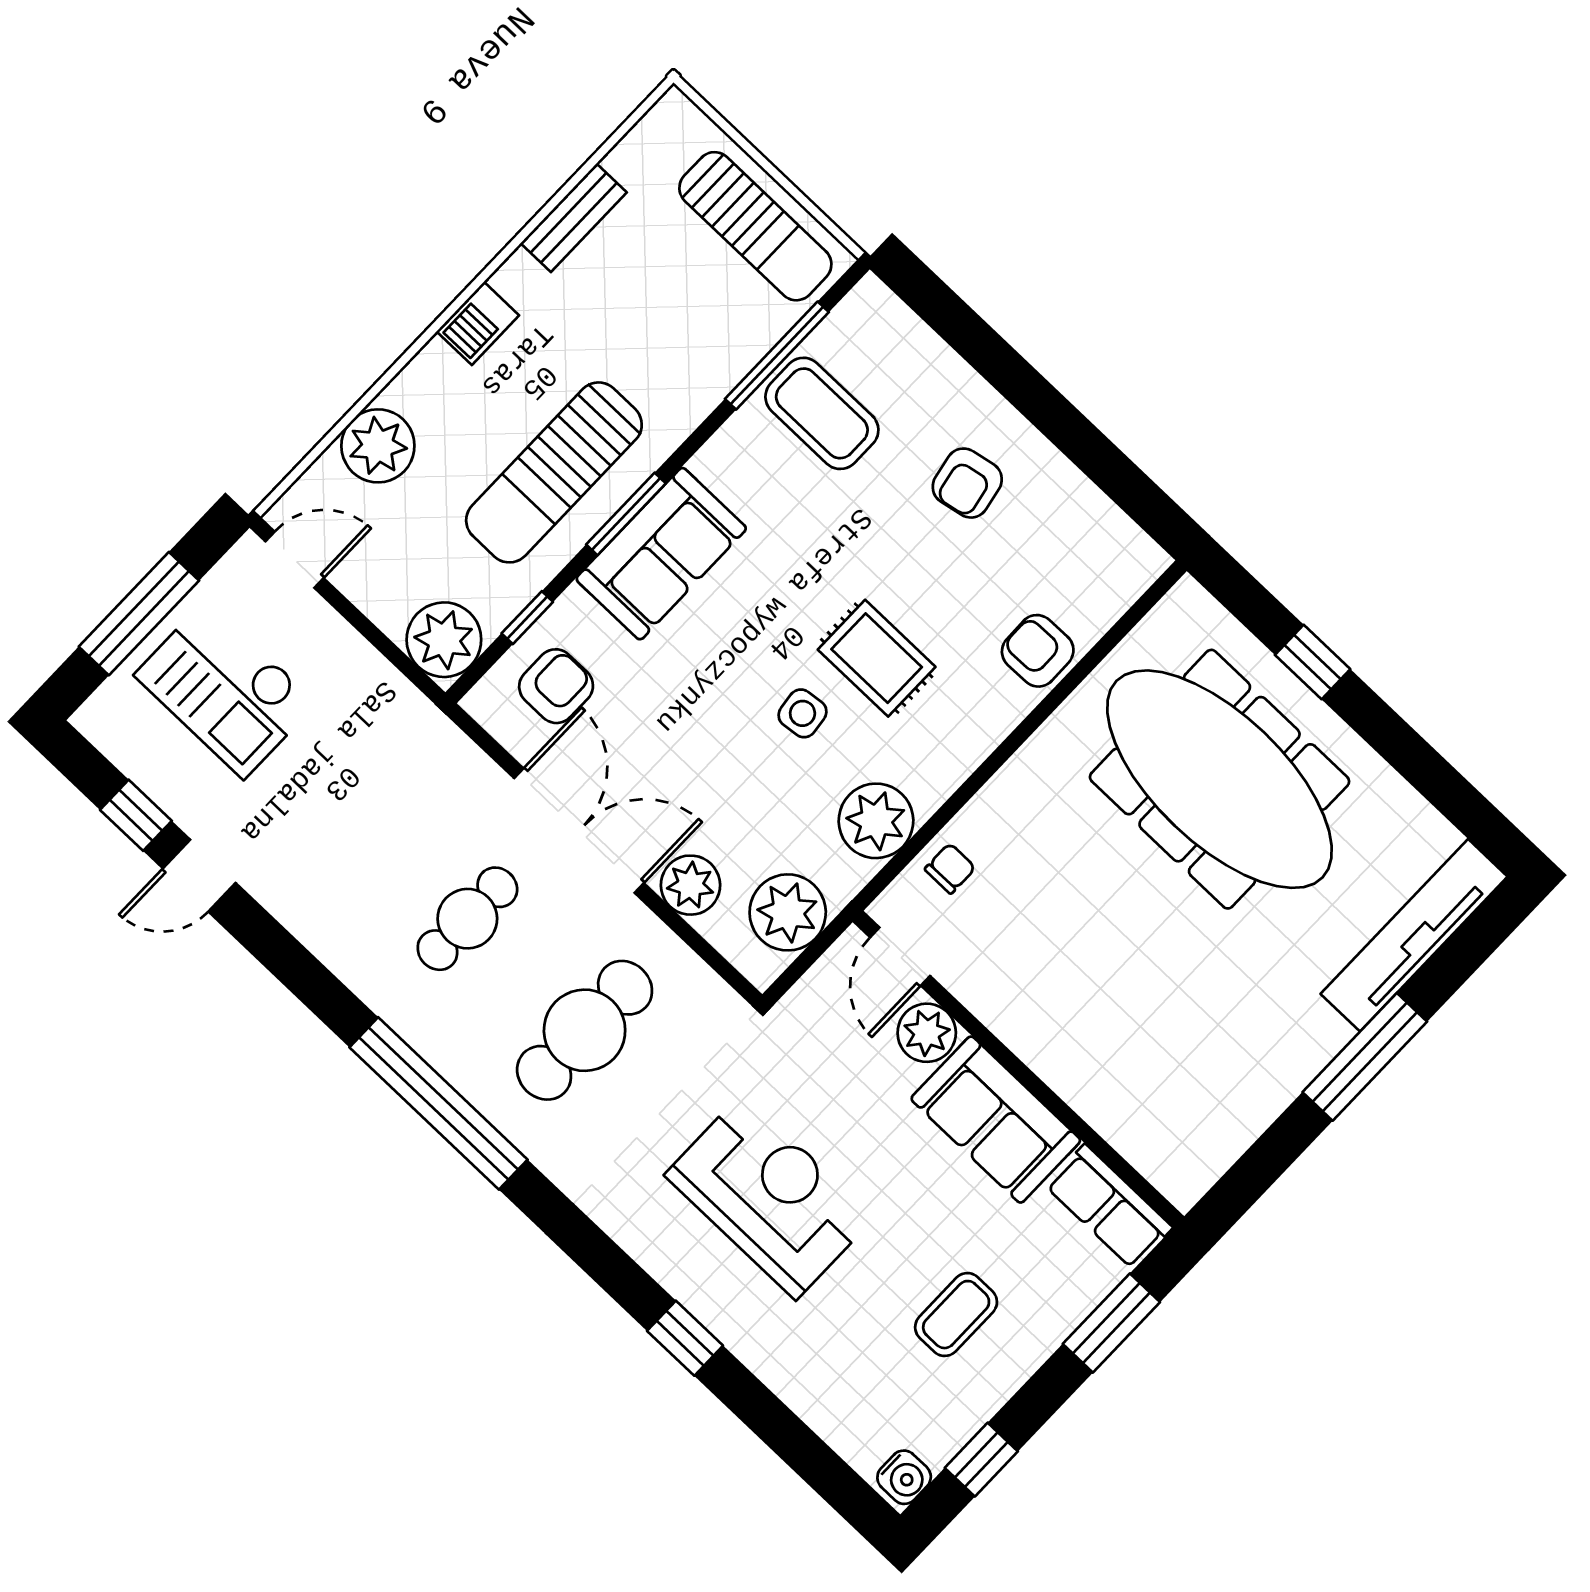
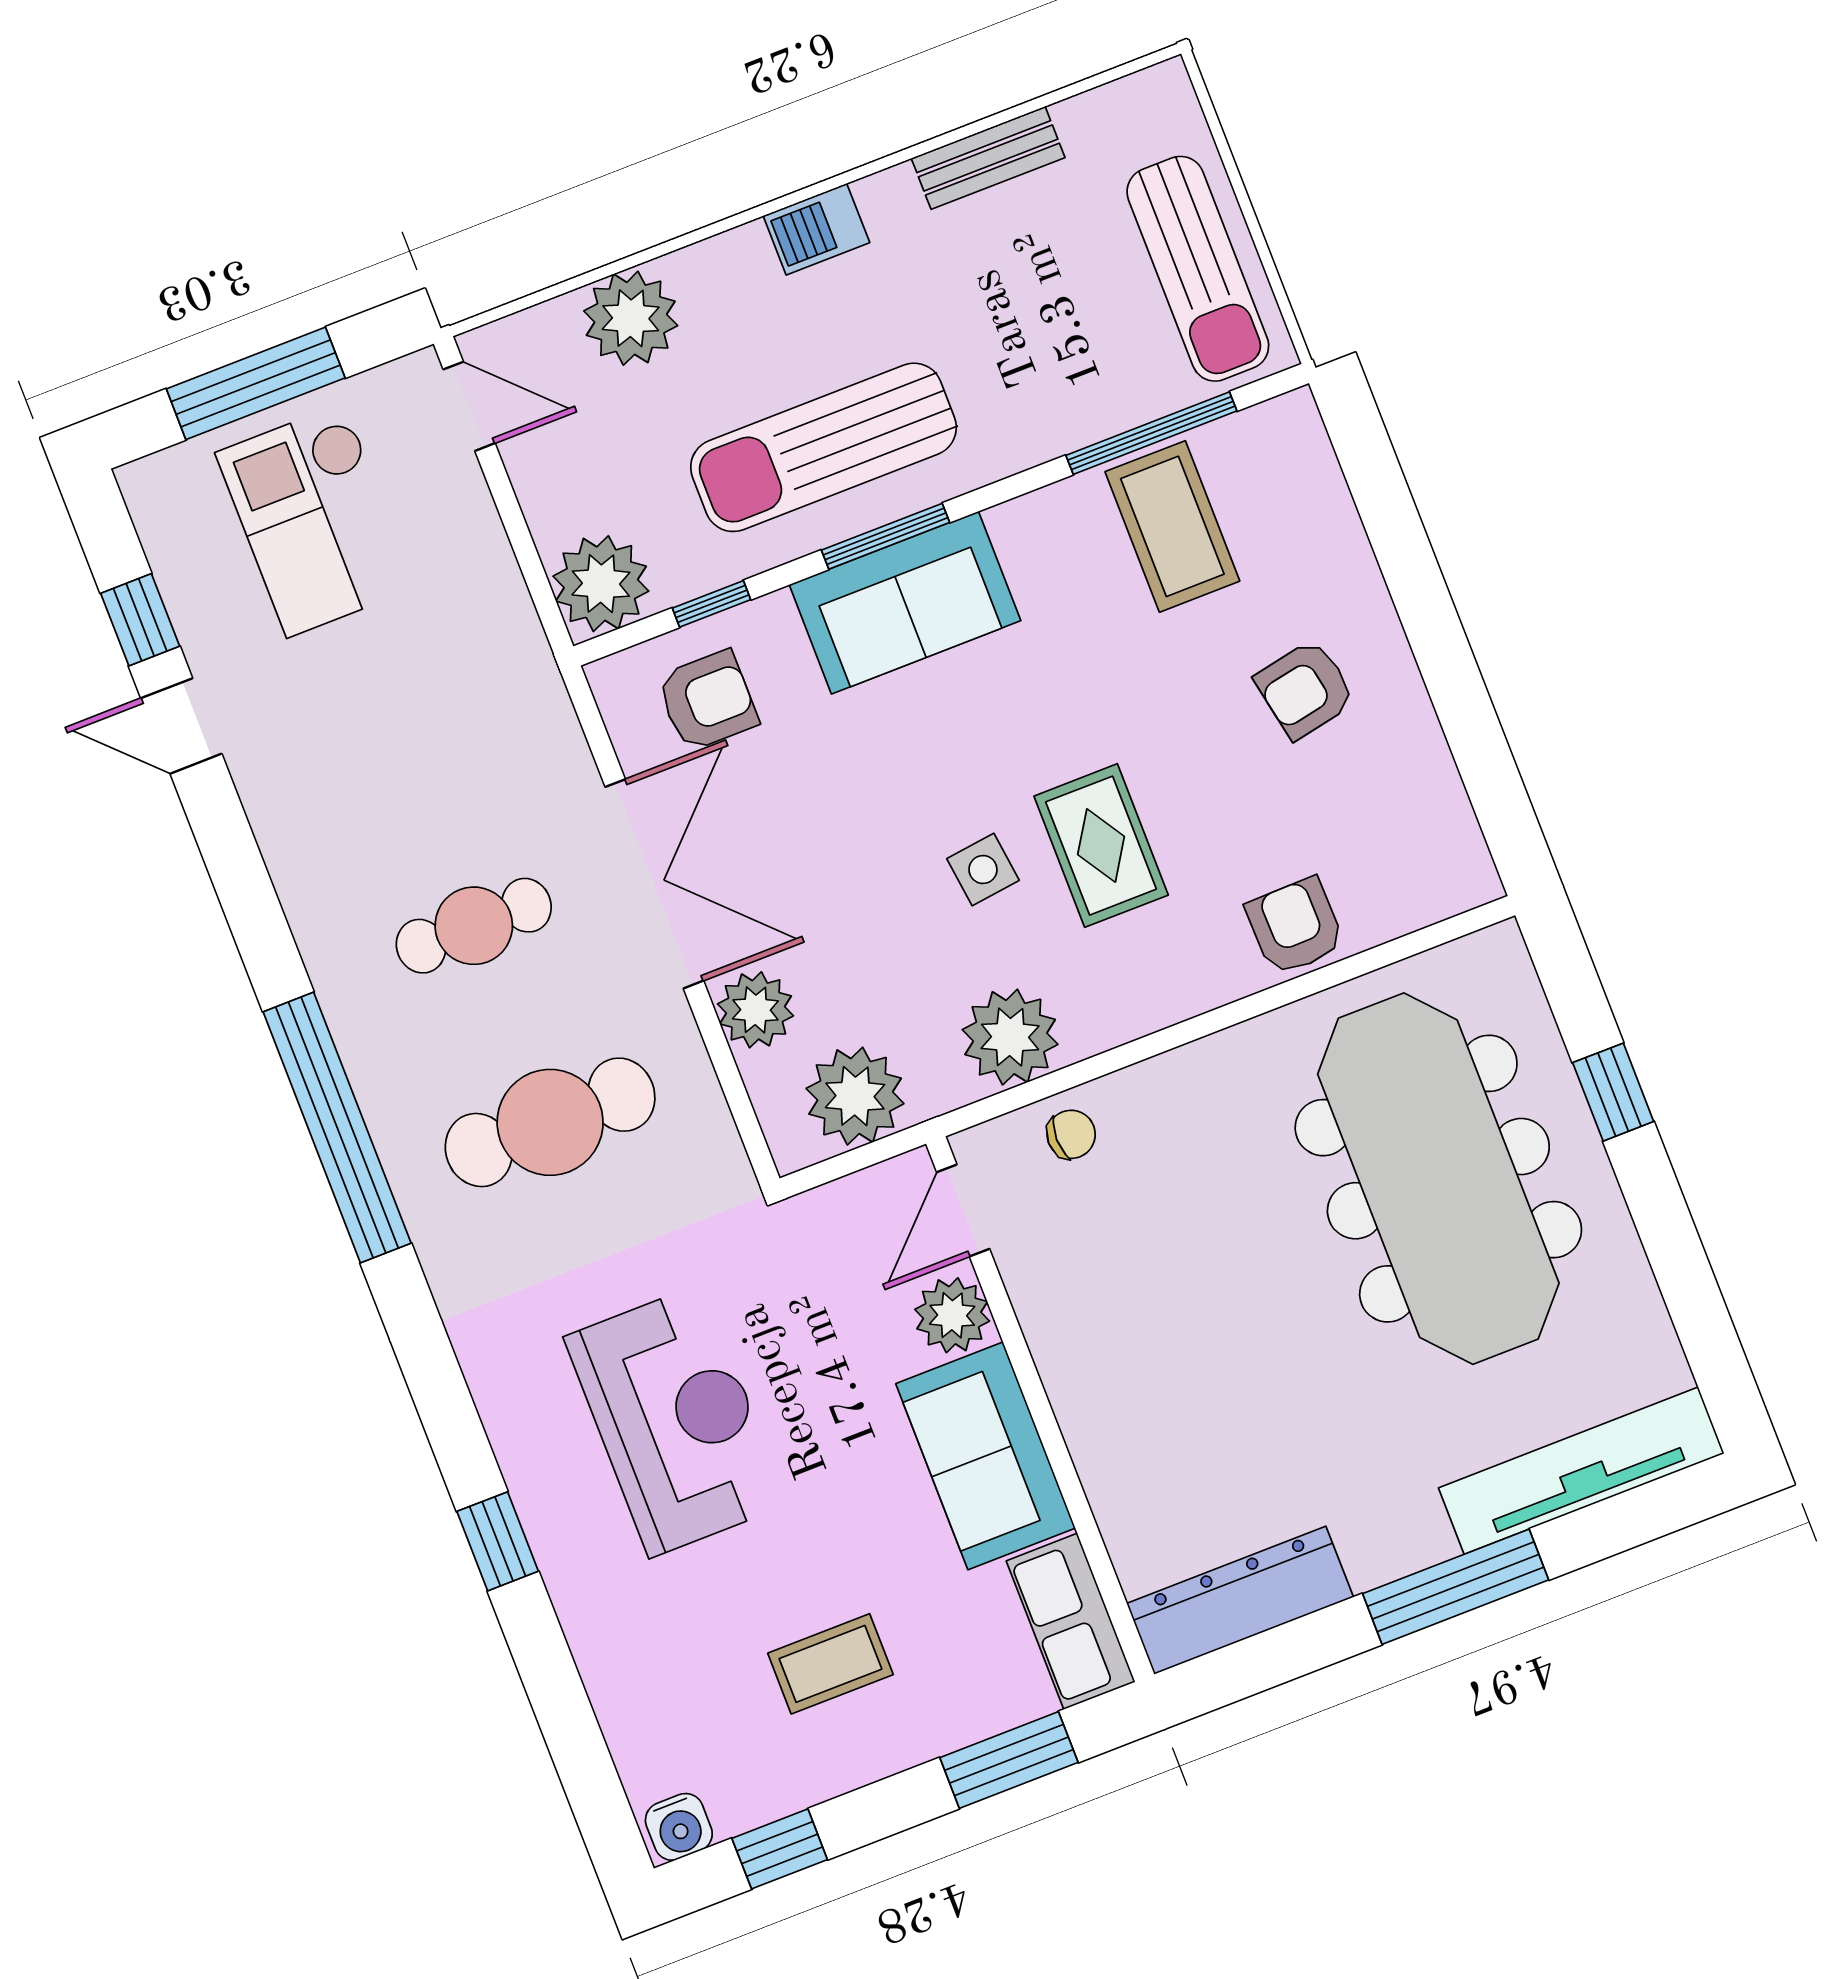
dresser: (1220, 1137) -> (1240, 1600), added

